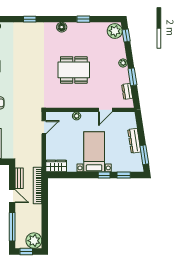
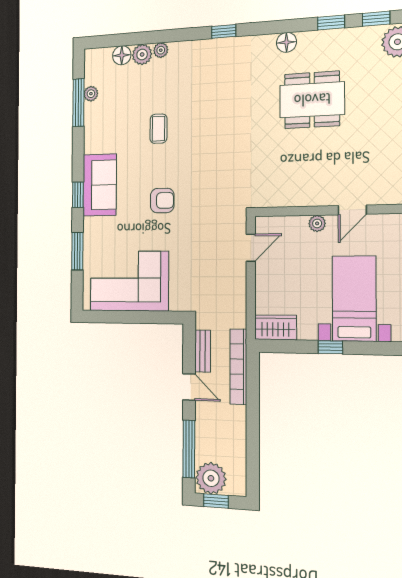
window: (105, 19) -> (376, 19), added
dining table: (74, 70) -> (312, 100), moved
door: (105, 110) -> (352, 210), moved
window: (104, 175) -> (330, 347), moved
plant: (34, 241) -> (211, 478), moved

